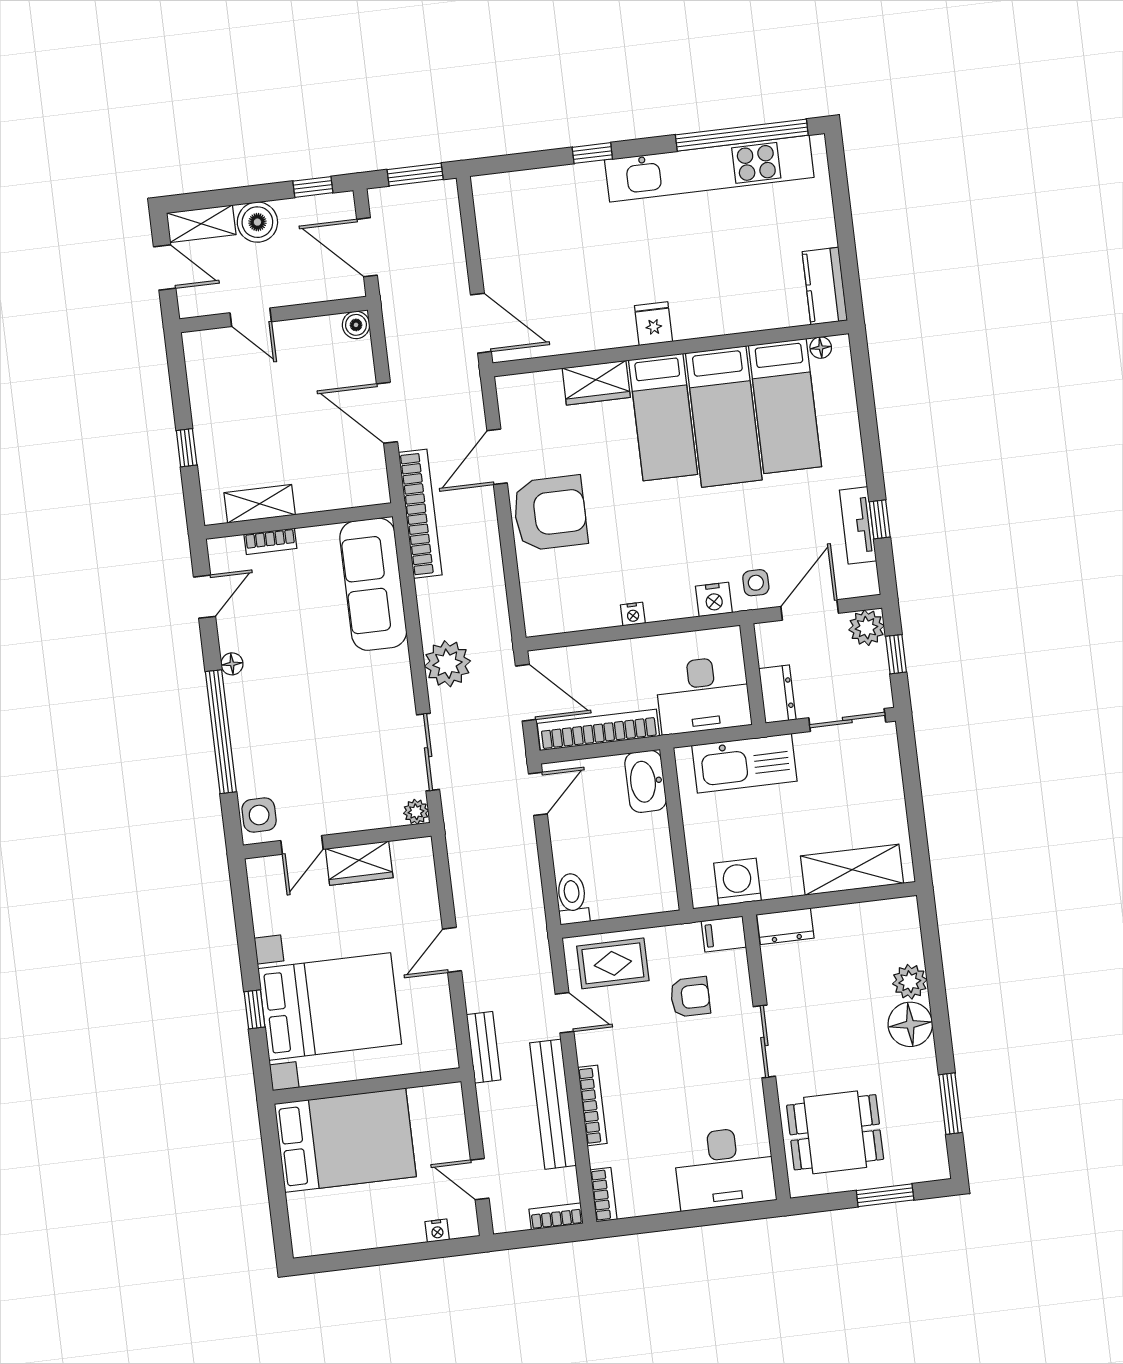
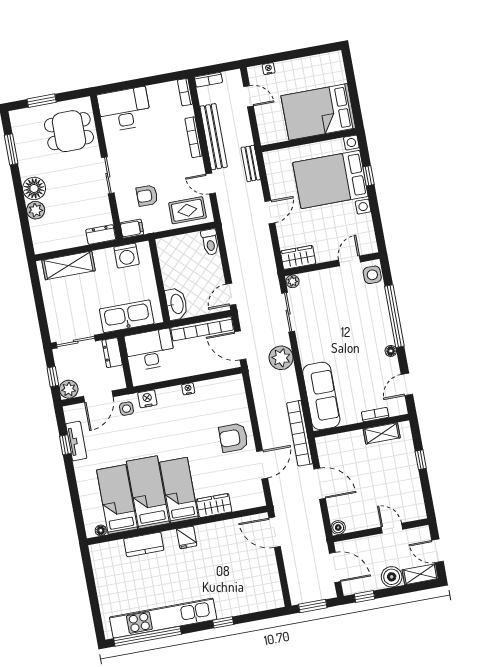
kitchen counter: (825, 286) -> (144, 544), moved, turned 90
armchair: (550, 513) -> (233, 438), width x0.73, depth x0.73
wardrobe: (359, 863) -> (298, 257), moved

